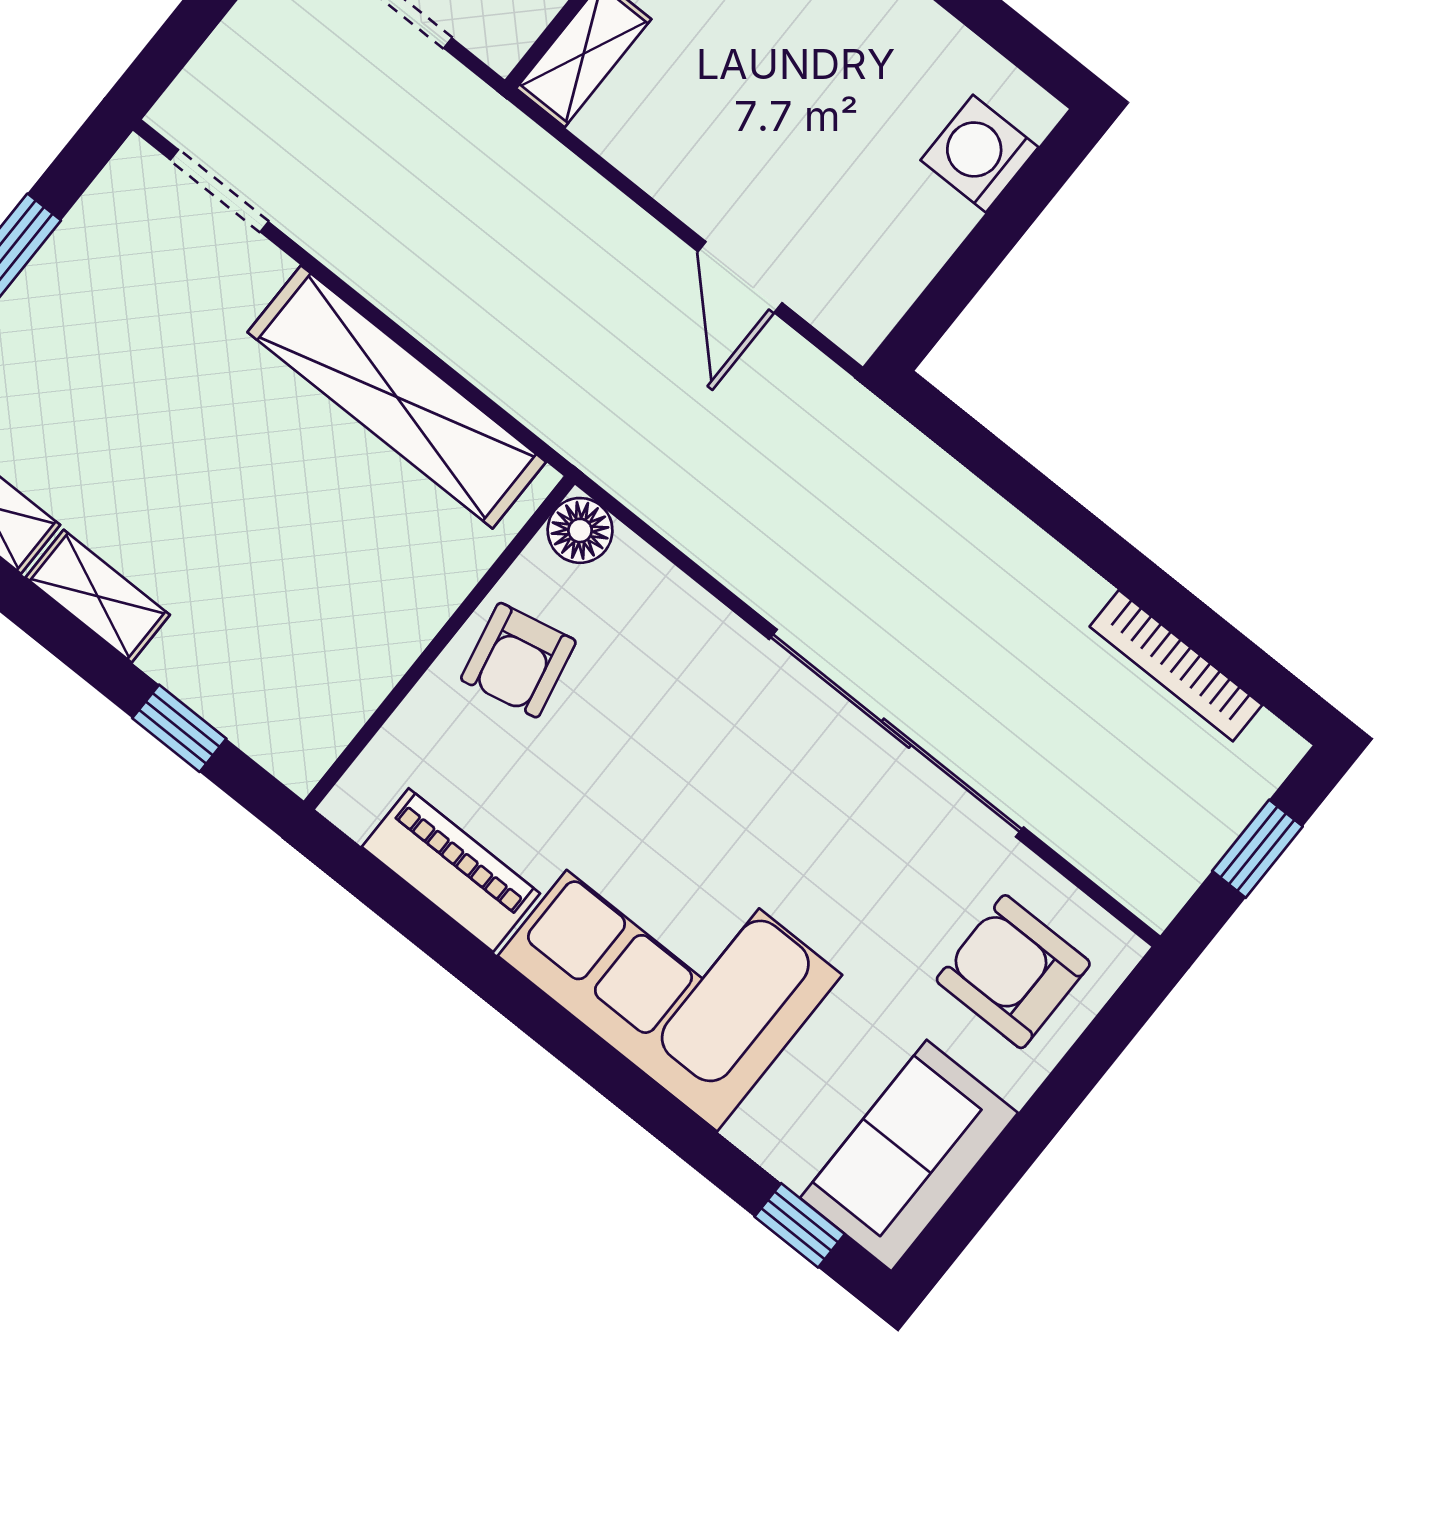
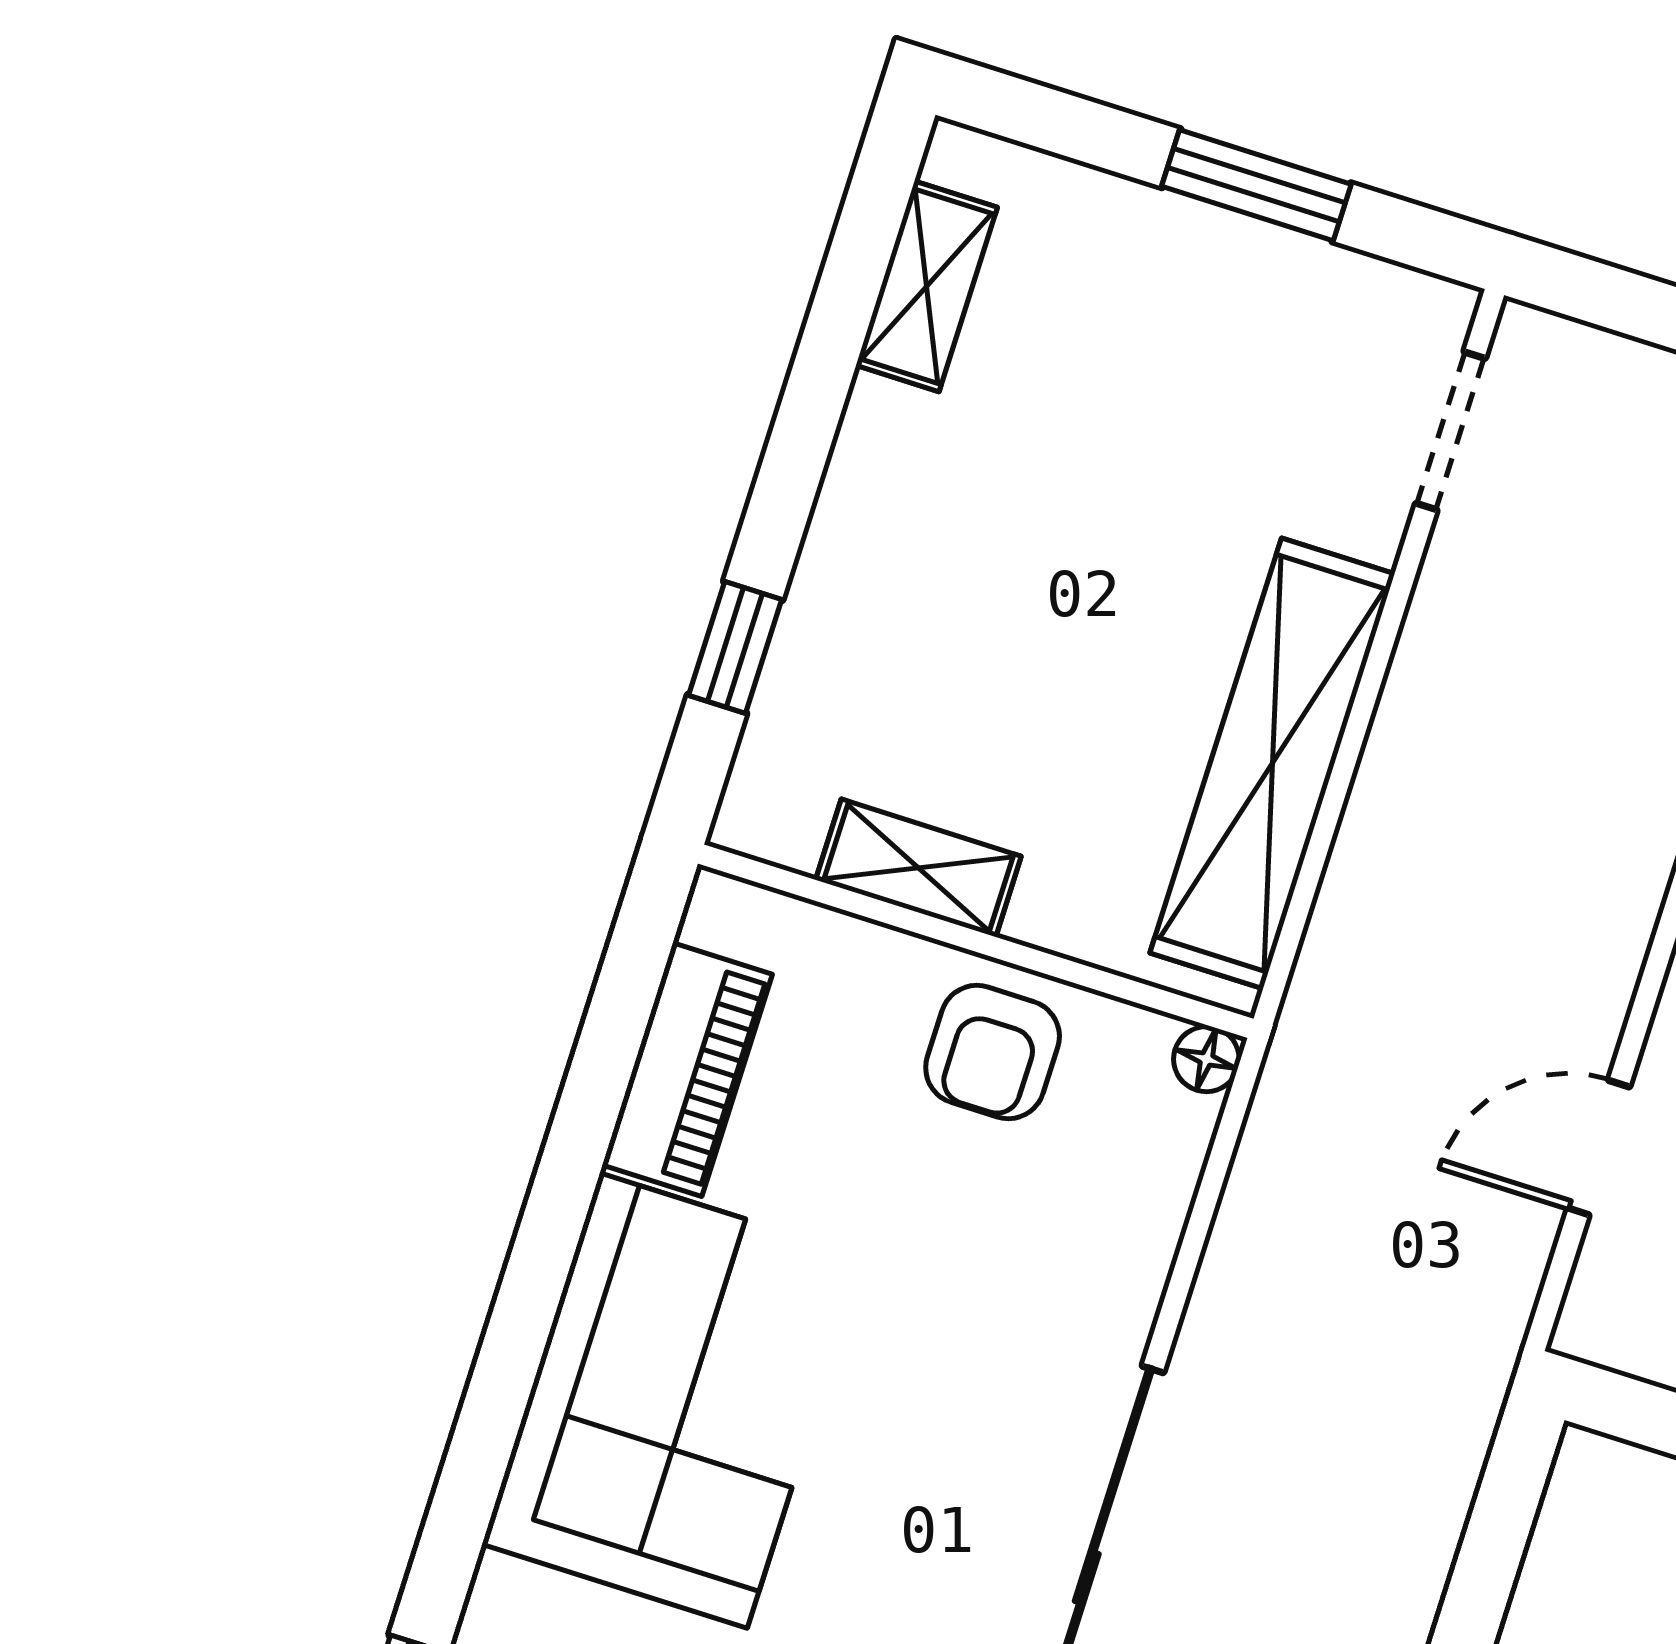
floor lamp: (580, 530) -> (1206, 1059), width x0.73, depth x0.73
shelving: (98, 596) -> (918, 868), moved, turned 90
armchair: (518, 660) -> (993, 1052), turned -78

